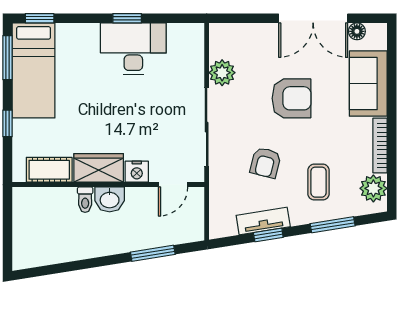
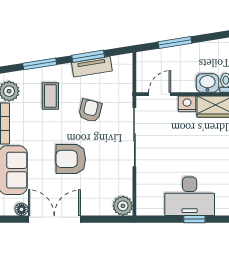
plant: (222, 73) -> (123, 206), moved
window: (268, 235) -> (88, 56), width x1.50

